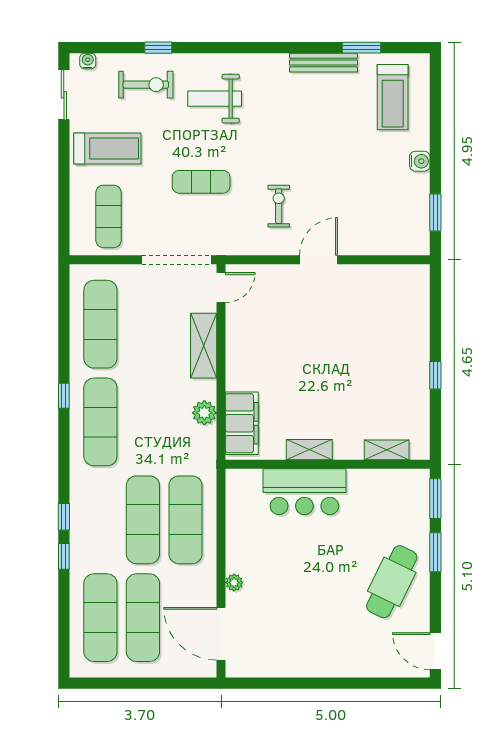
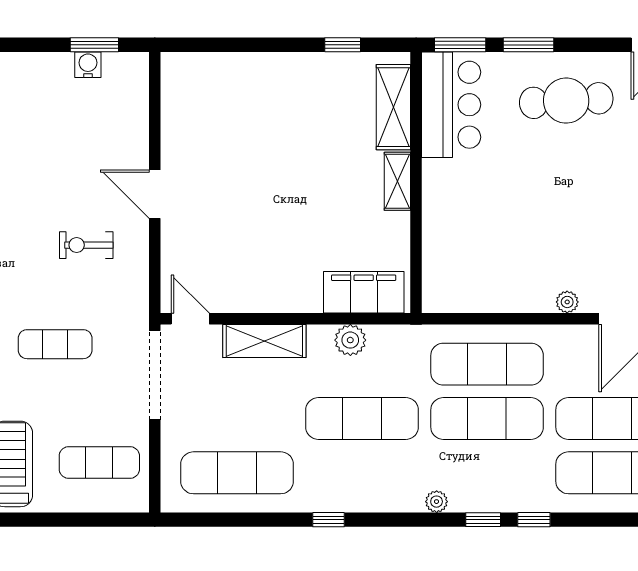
water cooler: (420, 161) -> (88, 65), moved
exercise mat: (201, 182) -> (55, 344), turned 90
window: (435, 375) -> (343, 45), moved
exercise mat: (100, 422) -> (362, 418), moved
shelving: (309, 450) -> (397, 181), moved
shelving: (387, 450) -> (393, 107), width x1.50, depth x1.33
plant: (78, 480) -> (437, 502), added
bar counter: (304, 492) -> (451, 105), moved
cafe table: (392, 582) -> (566, 101), turned -30

